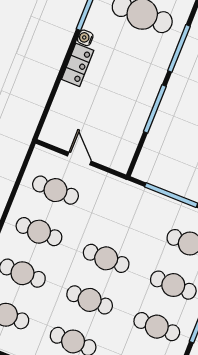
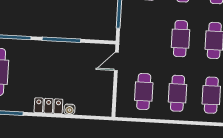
water cooler: (85, 38) -> (70, 109), moved
door: (79, 158) -> (116, 61), moved

